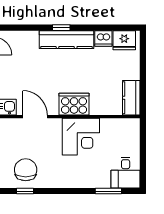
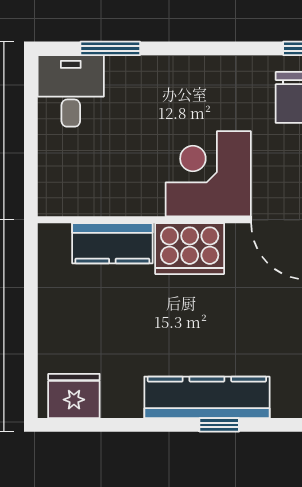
dishwasher: (103, 38) -> (122, 400), removed
kitchen counter: (131, 98) -> (112, 243), moved, turned 90
corner desk: (81, 137) -> (208, 174), moved

